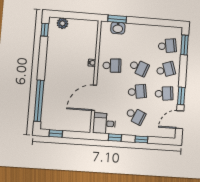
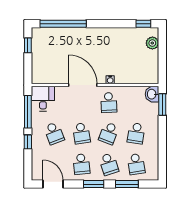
washbasin: (118, 28) -> (152, 94), moved
school desk: (141, 44) -> (136, 133), added
window: (185, 45) -> (127, 184), moved
window: (181, 96) -> (94, 184), moved
door: (94, 98) -> (83, 85), moved
school desk: (136, 116) -> (54, 133), turned -45
window: (115, 138) -> (28, 112), width x2.17

